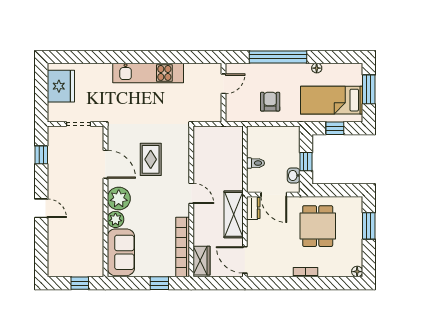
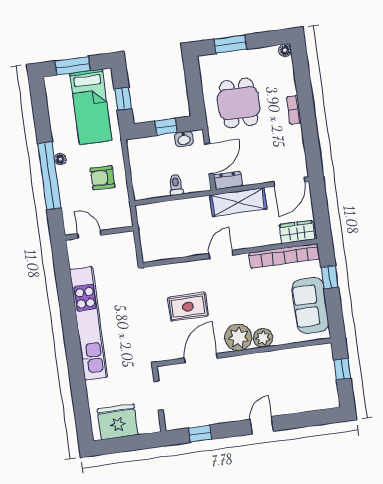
floor lamp: (317, 68) -> (60, 159), moved
kitchen unit: (148, 73) -> (89, 323), width x1.36
dining table: (318, 226) -> (239, 103), turned 90
sofa: (121, 252) -> (310, 305), moved, turned -90

